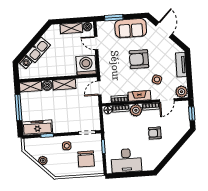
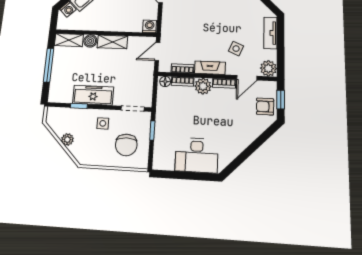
armchair: (139, 59) -> (214, 20), removed
washing machine: (86, 65) -> (150, 26), width x0.53, depth x0.53
freezer: (37, 128) -> (93, 95), moved
armchair: (155, 133) -> (265, 107), moved
desk: (126, 160) -> (197, 155), moved

